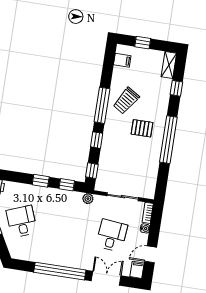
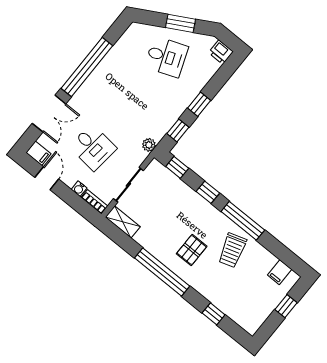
shelving: (169, 65) -> (123, 222), moved
trolley: (126, 101) -> (232, 250), turned -140

